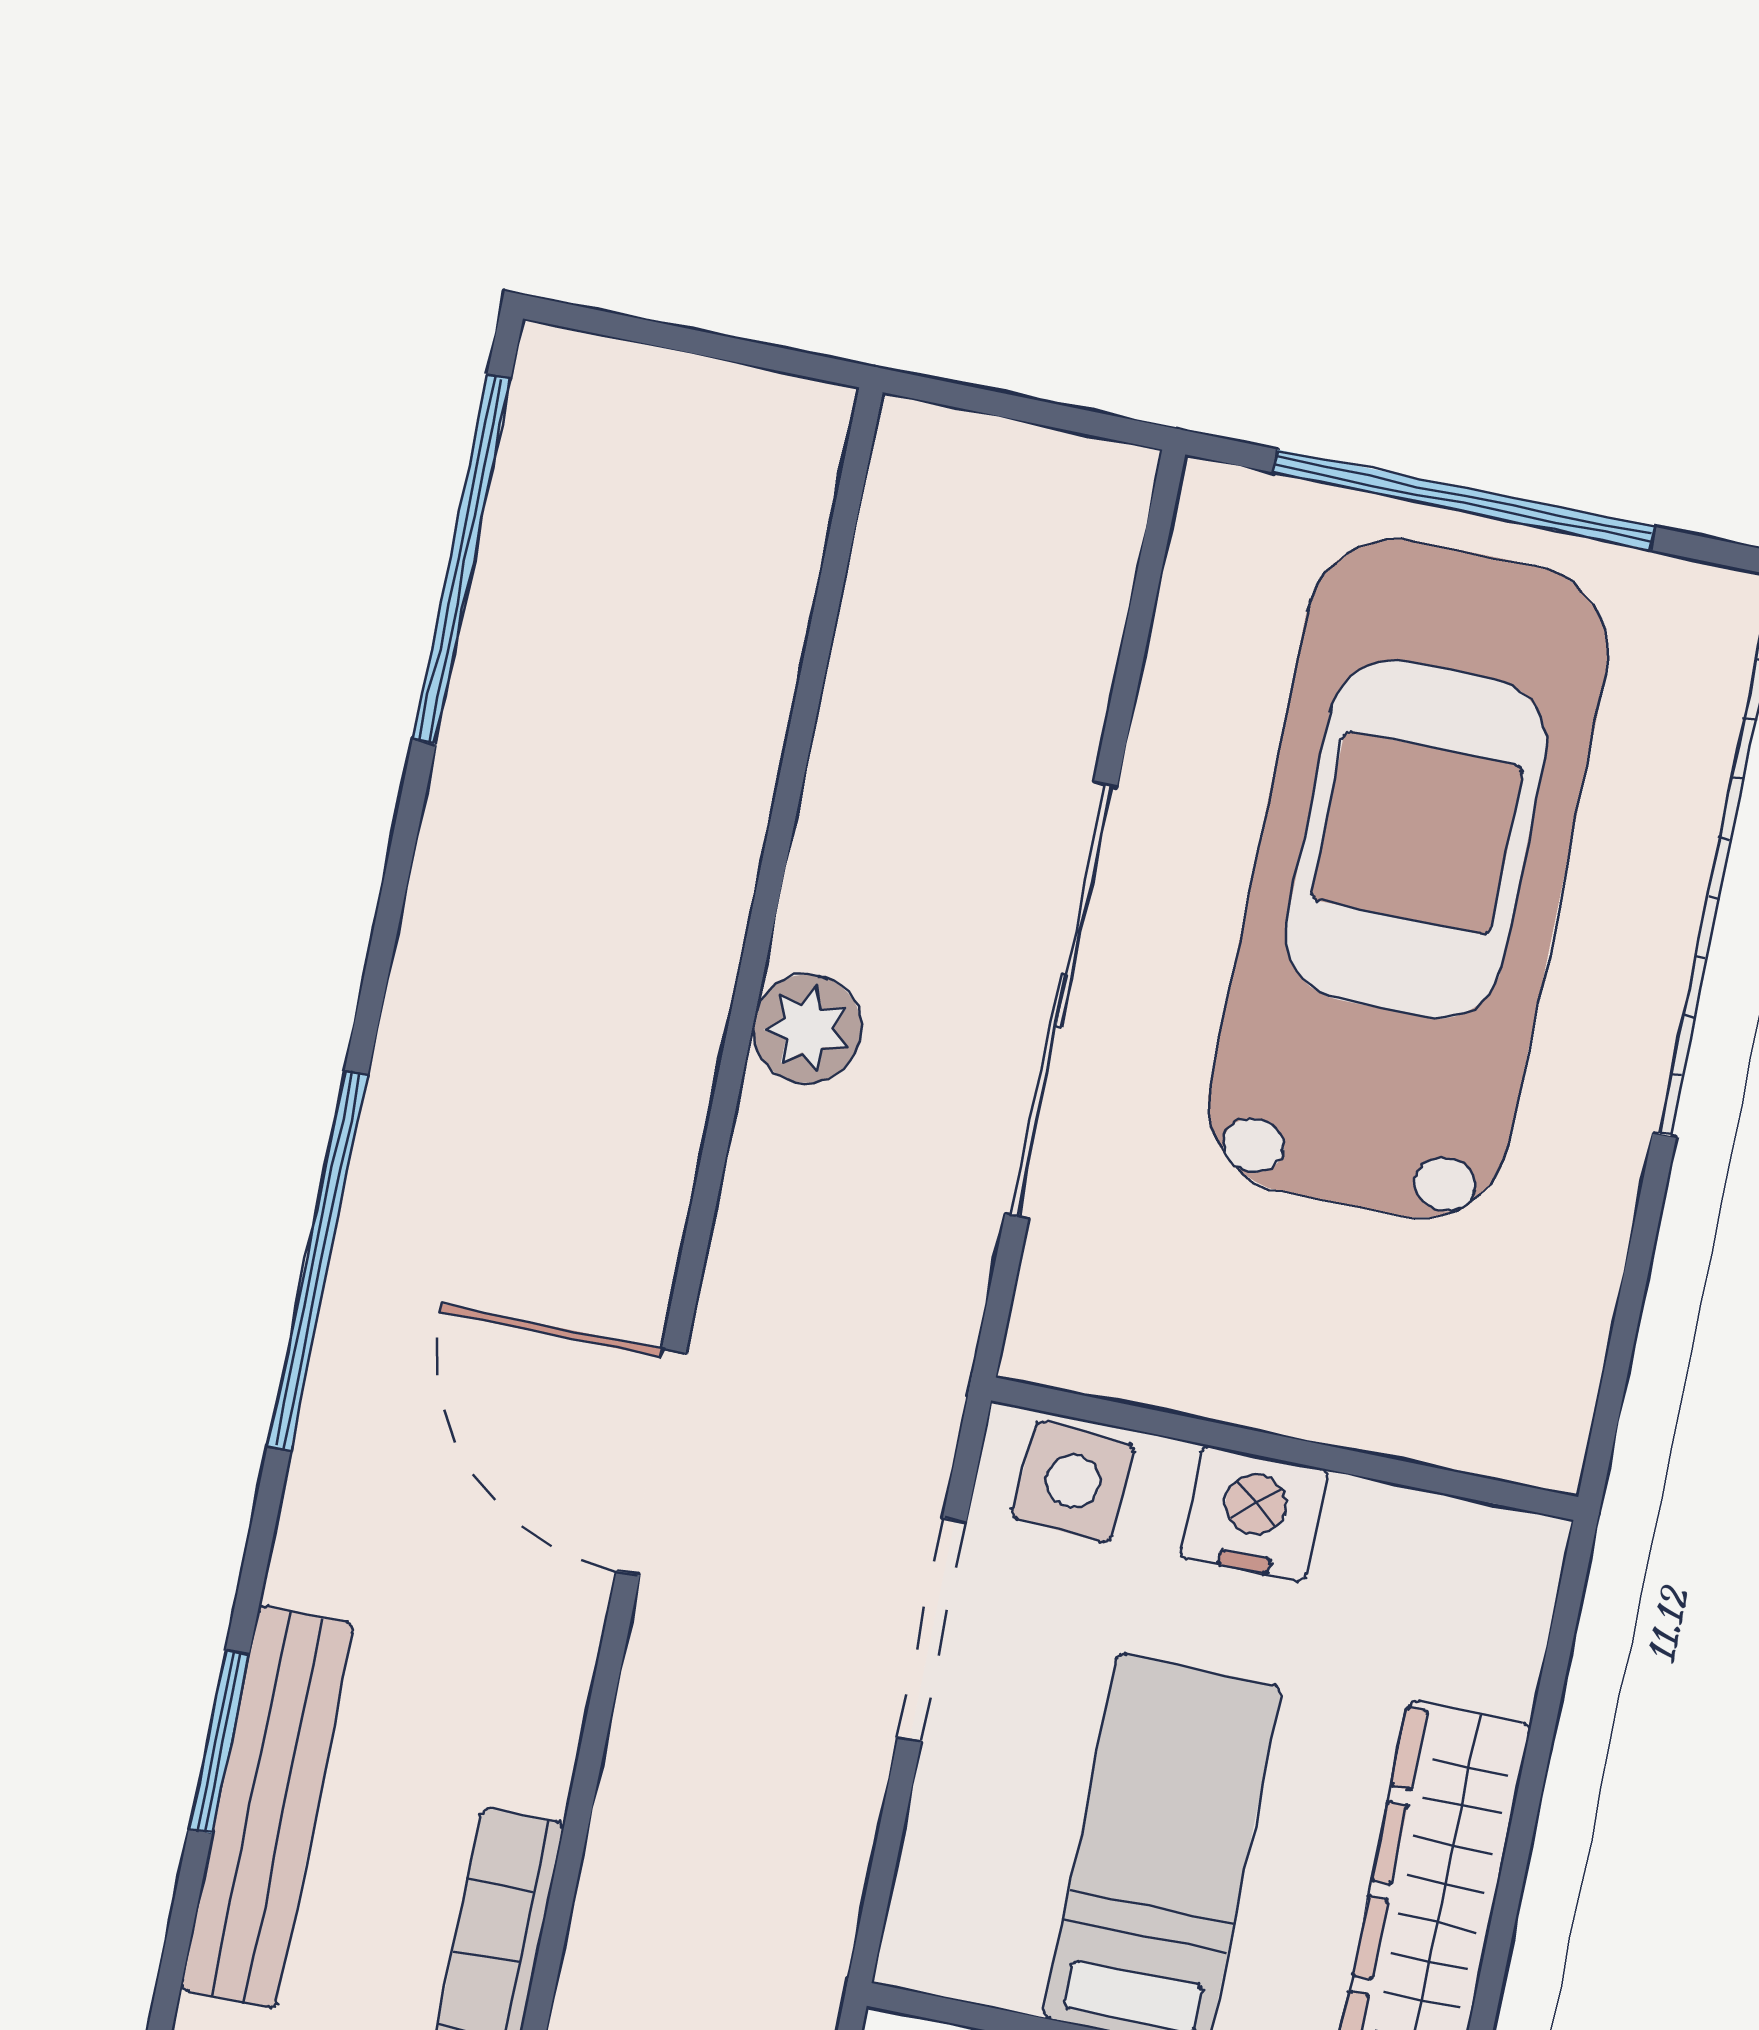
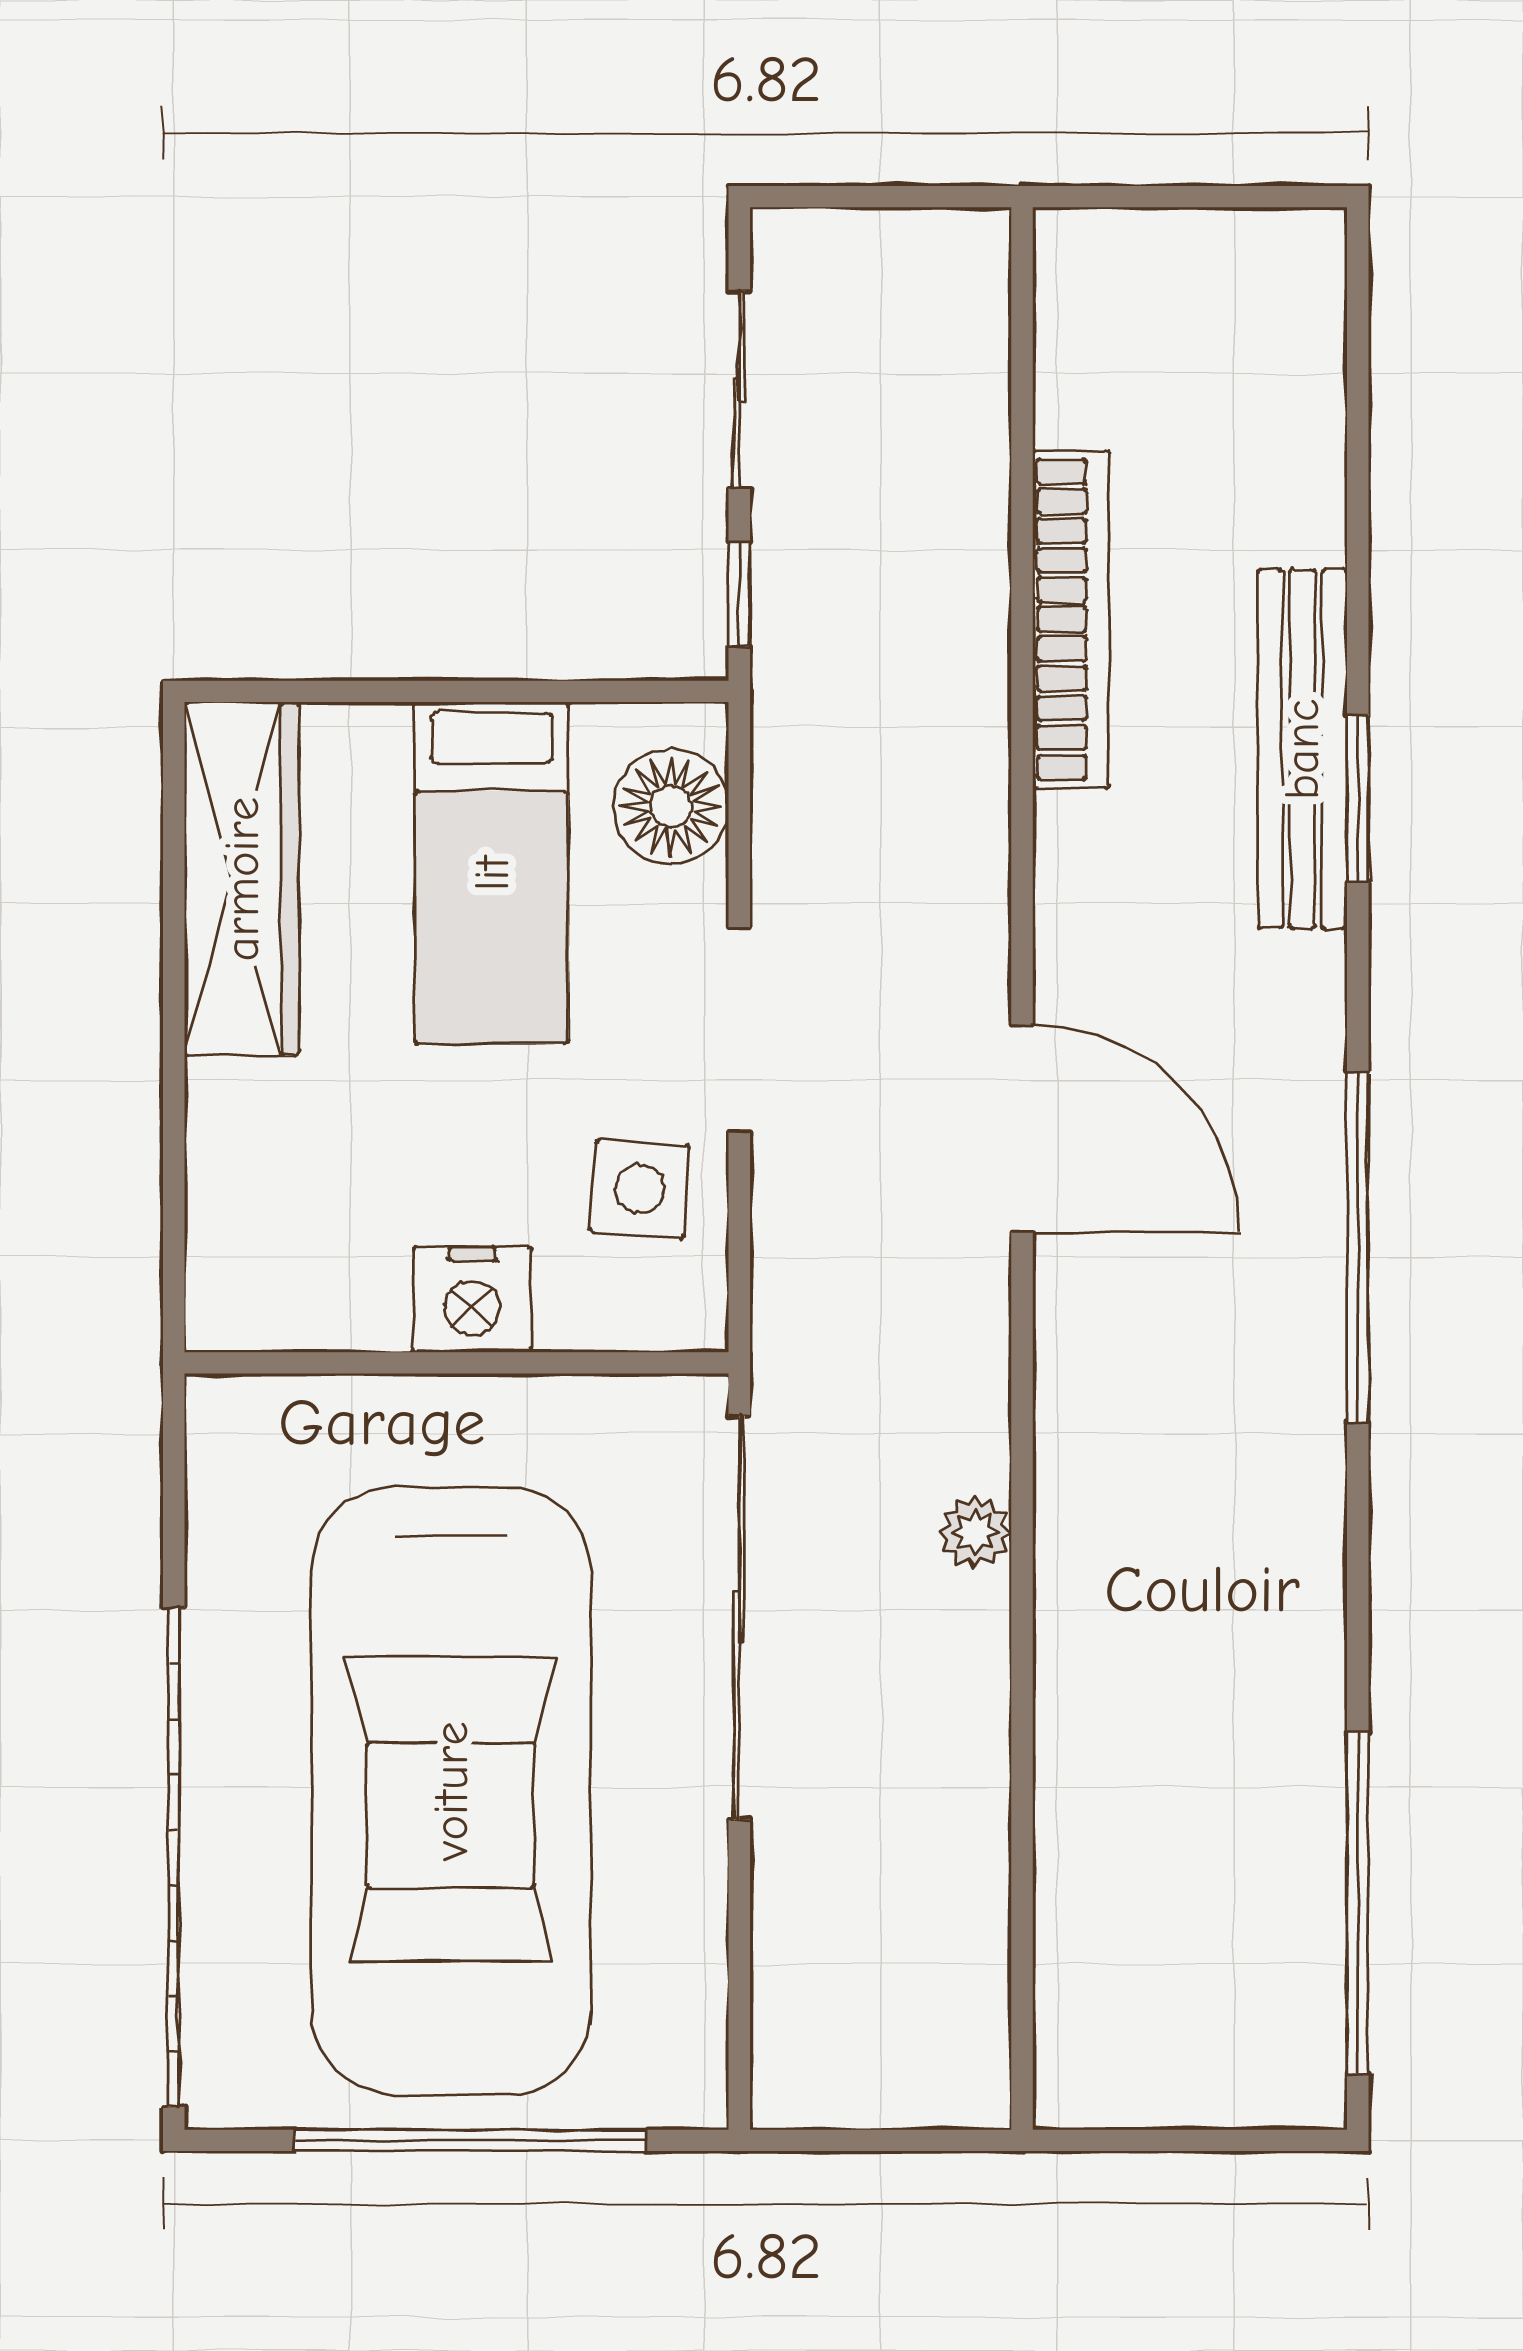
plant: (807, 1029) -> (975, 1532), width x0.73, depth x0.73
wall: (1285, 1449) -> (456, 1363), moved
nightstand: (1254, 1513) -> (472, 1299), moved
floor lamp: (956, 1884) -> (671, 806), added

